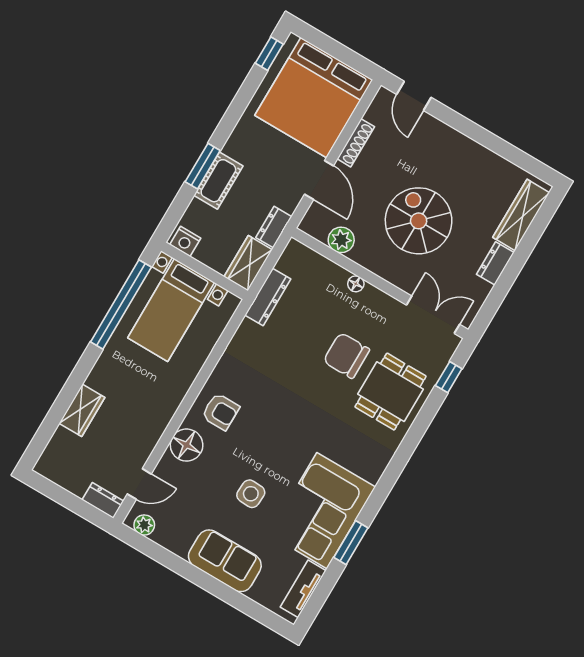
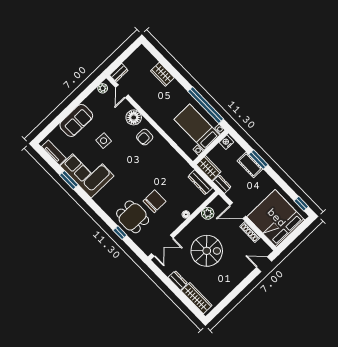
dresser: (268, 297) -> (200, 182), moved
window: (449, 377) -> (120, 233), moved

